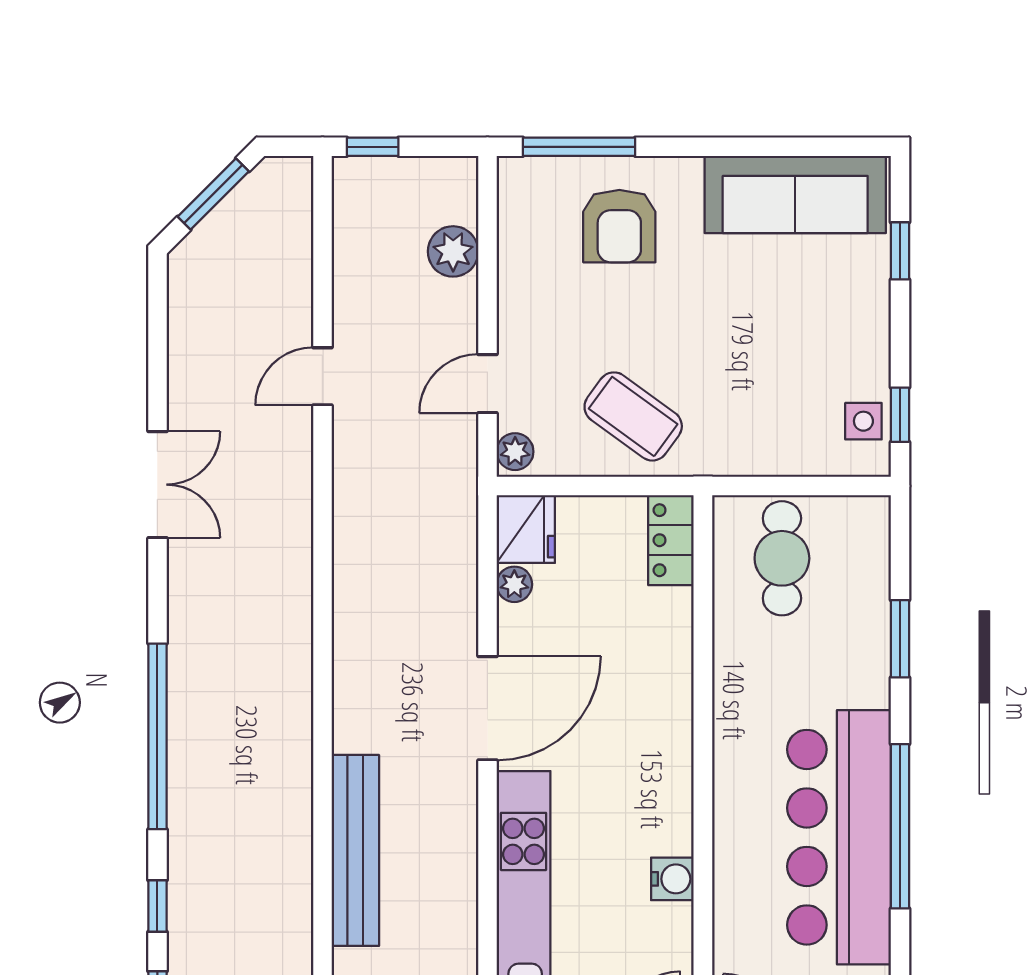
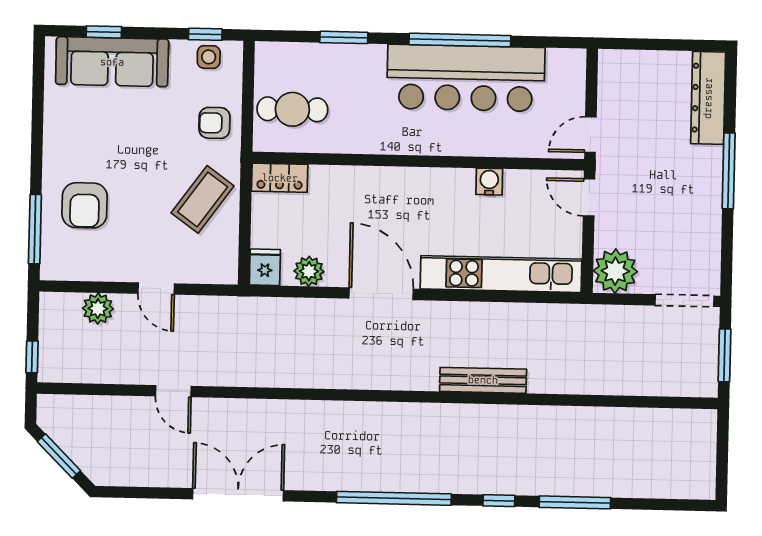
sofa: (795, 194) -> (112, 62), moved, turned 90
armchair: (619, 226) -> (85, 205), turned 90
door: (487, 384) -> (156, 289), moved
armchair: (757, 433) -> (214, 123), added
plant: (515, 452) -> (223, 273), removed
double door: (157, 485) -> (238, 495), width x1.37
fridge: (526, 529) -> (265, 267), width x0.72
plant: (514, 584) -> (309, 271), width x1.38, depth x1.38
bench: (355, 850) -> (483, 380), width x0.73, depth x0.82

